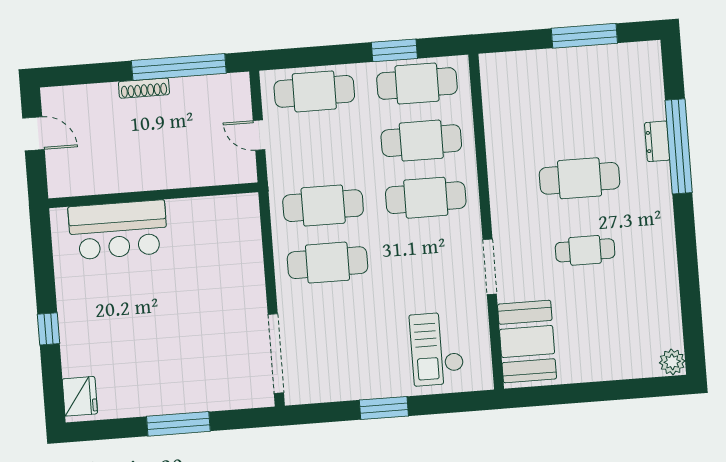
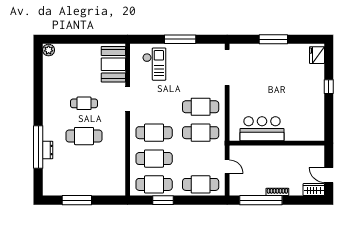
wardrobe: (64, 99) -> (314, 190), added
bar counter: (118, 230) -> (262, 129), moved
window: (384, 408) -> (180, 39), width x1.44

